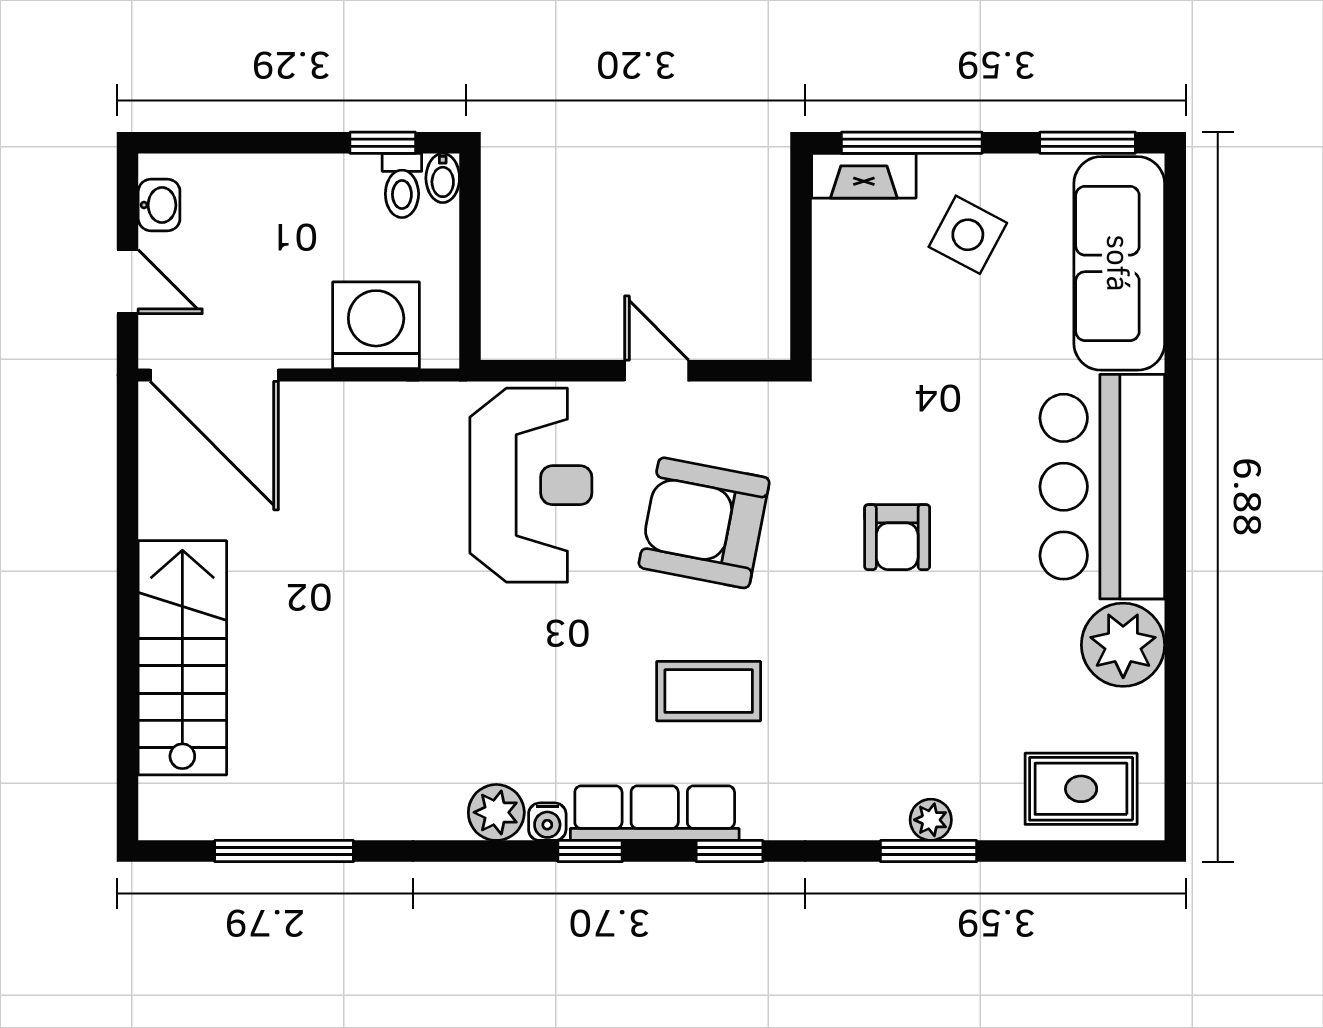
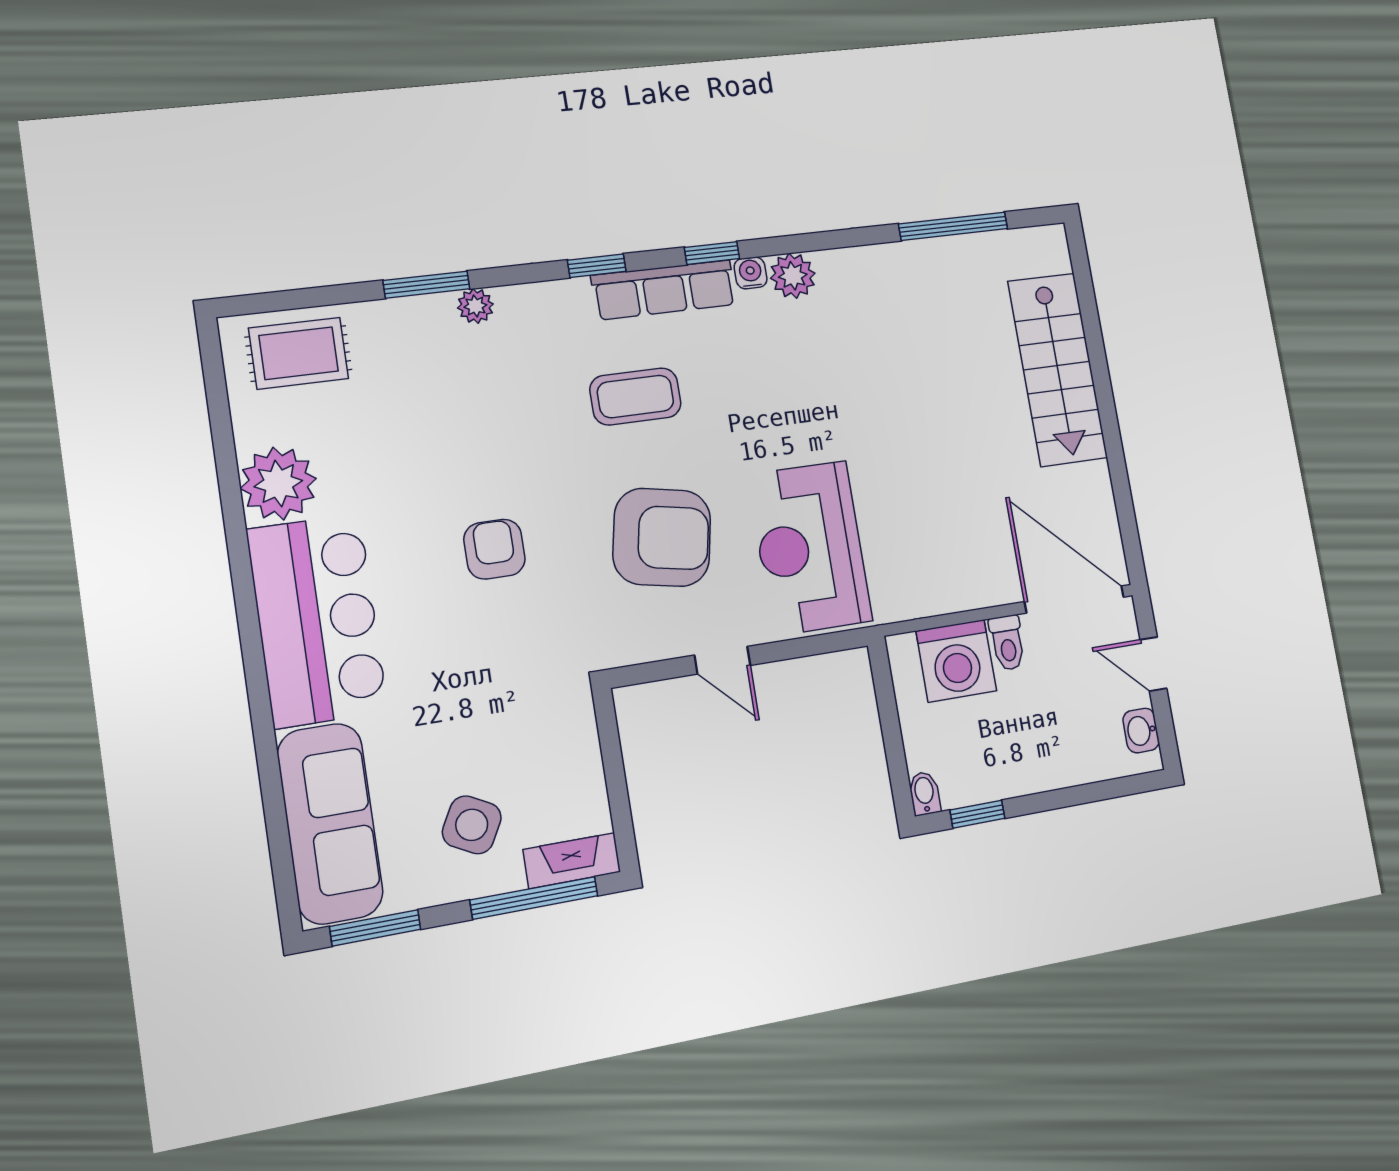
toilet: (402, 186) -> (1007, 643), moved, turned 180
plant: (931, 820) -> (475, 306), moved

